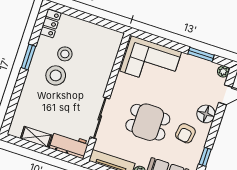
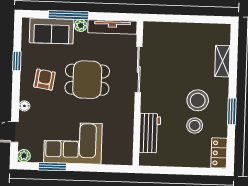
corner sofa: (151, 61) -> (73, 143), moved
floor lamp: (206, 114) -> (24, 106), width x0.53, depth x0.53
shelving: (36, 137) -> (222, 61), moved, turned 90
workbench: (69, 145) -> (150, 133), moved, turned -90

